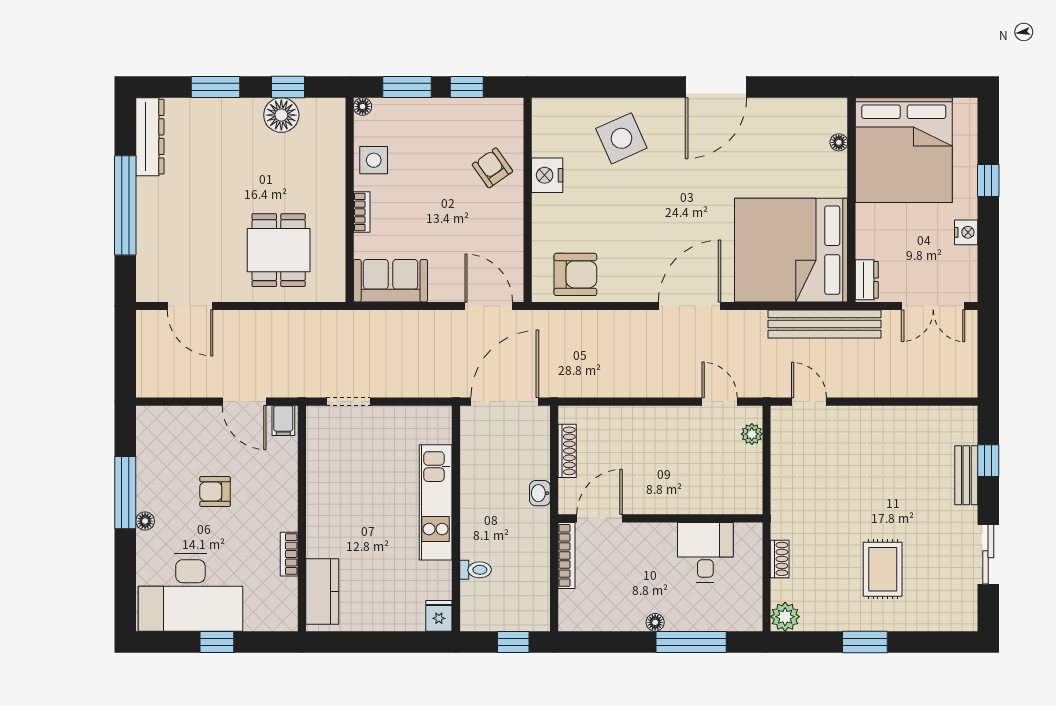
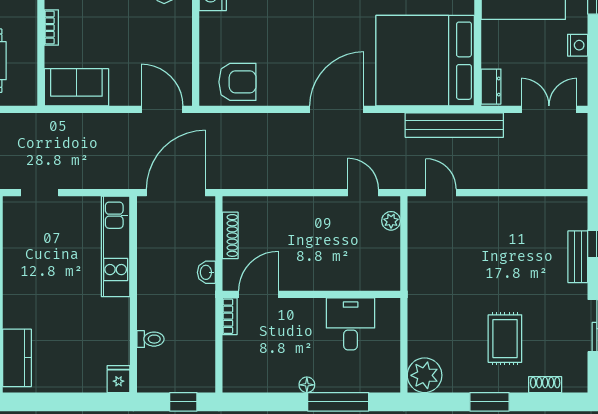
double door: (933, 306) -> (549, 109), swing flipped
kitchen unit: (436, 502) -> (116, 246), moved
bookcase: (567, 555) -> (230, 316), width x0.64
shoe rack: (780, 559) -> (545, 385), moved, turned -90
plant: (785, 617) -> (425, 375), width x1.36, depth x1.36

